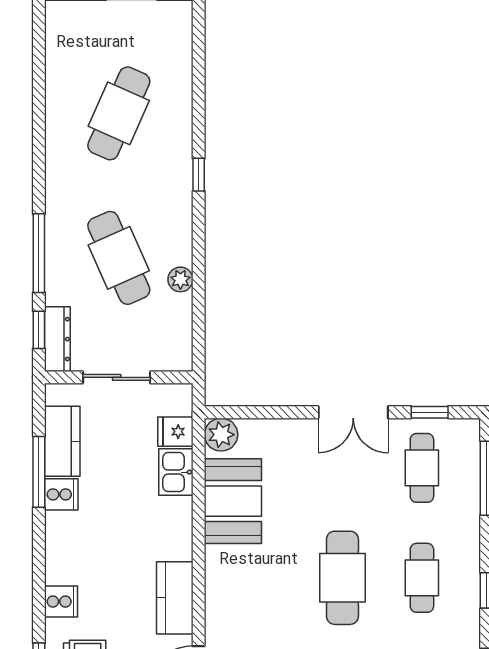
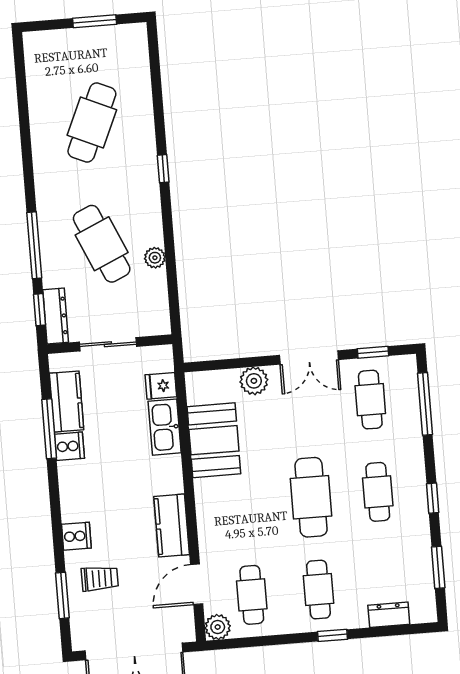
plant: (221, 435) -> (254, 381), moved
kitchen sink: (176, 472) -> (165, 427), width x1.38

